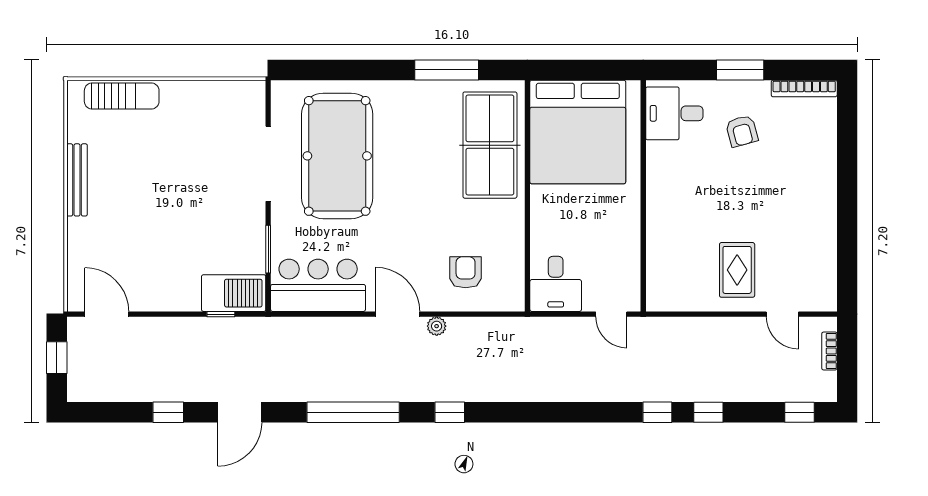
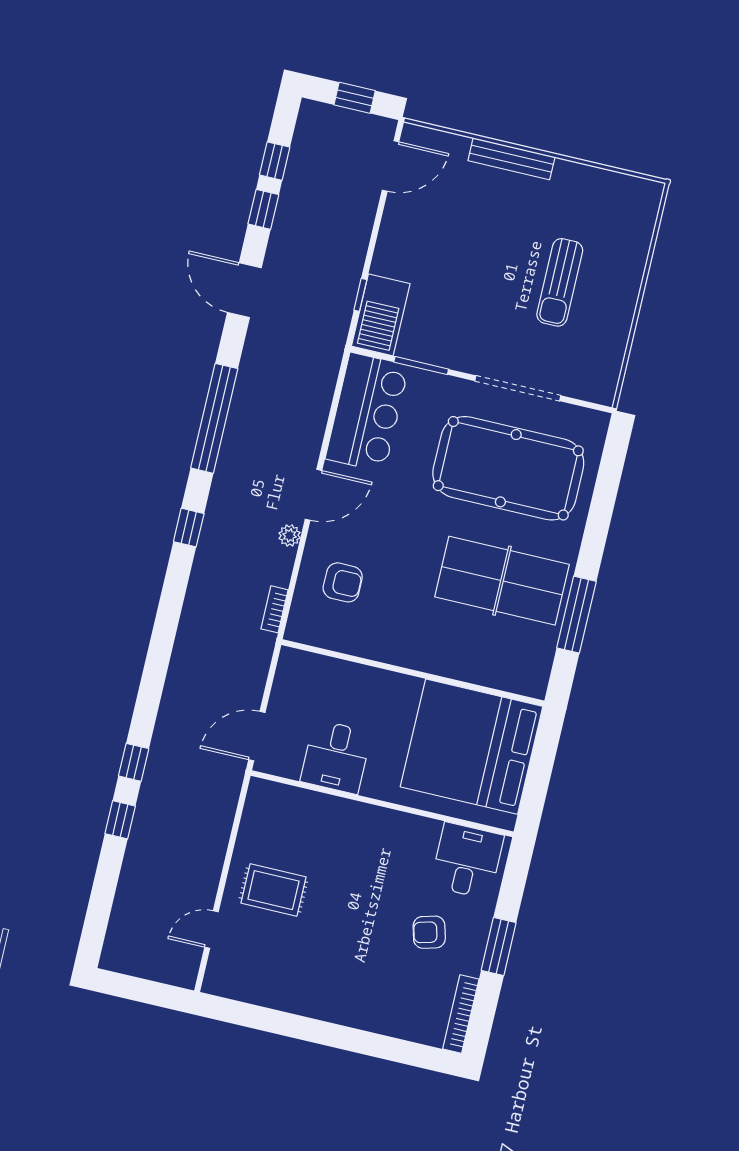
sun lounger: (122, 96) -> (560, 282), moved
table tennis table: (490, 145) -> (502, 581), moved
bench: (77, 180) -> (511, 159), moved
desk: (556, 284) -> (336, 757), moved, turned -90
door: (611, 314) -> (257, 736), width x1.38
bookcase: (829, 351) -> (274, 609), moved, turned -90
window: (799, 412) -> (275, 161), moved

